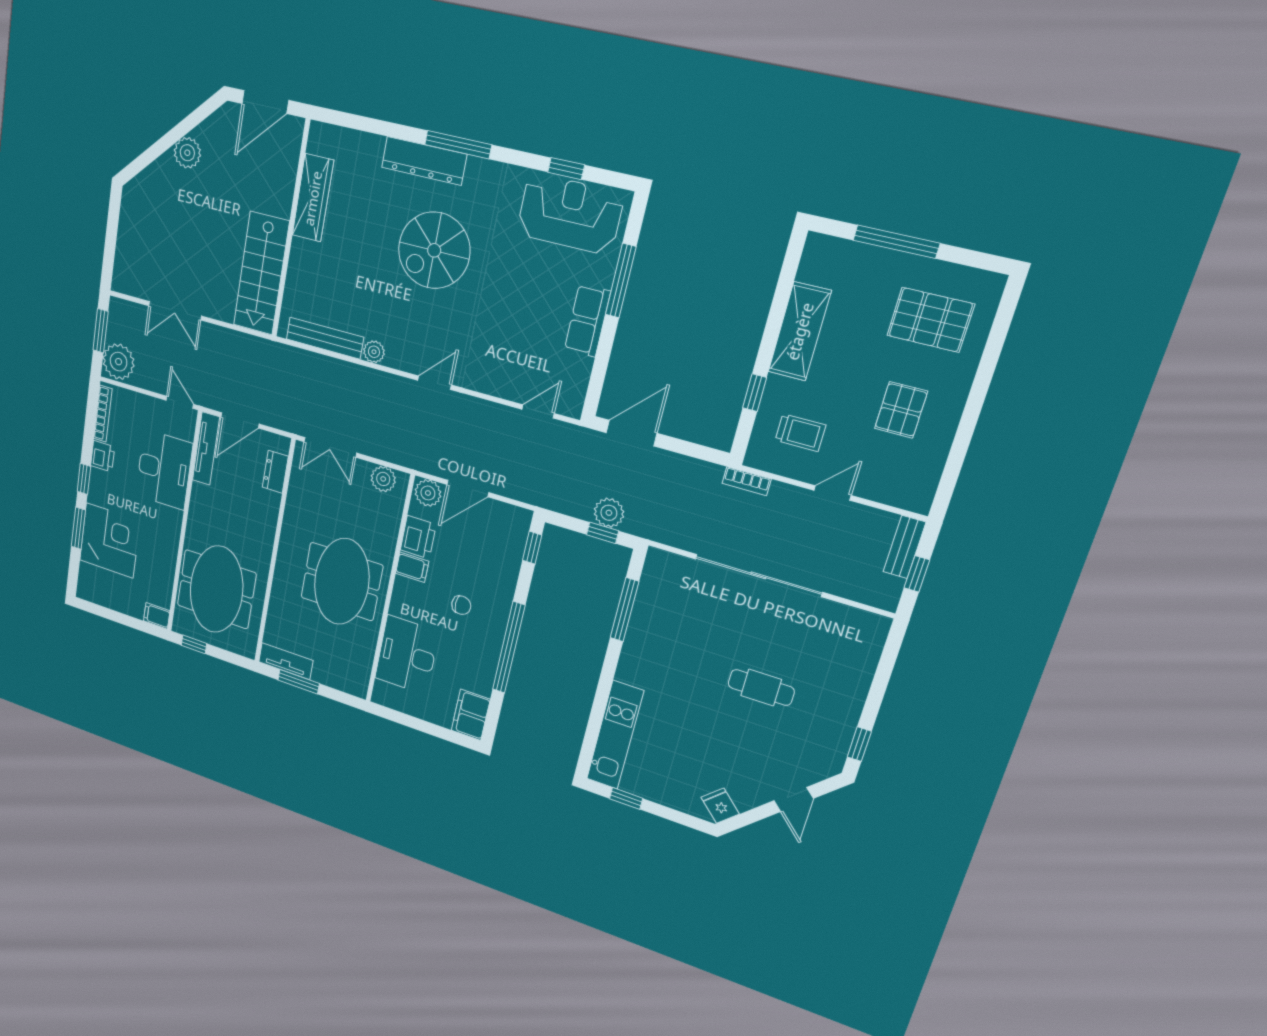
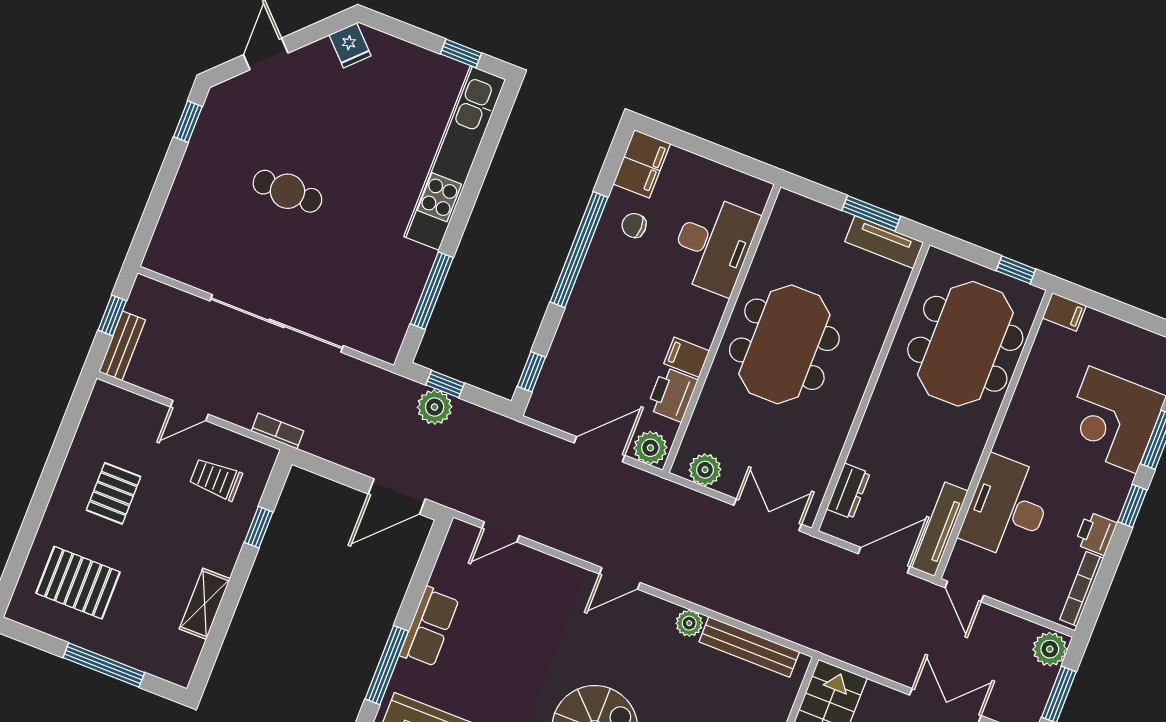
shelving: (800, 331) -> (205, 604), width x0.67, depth x0.75
plant: (119, 362) -> (1050, 649), width x0.73, depth x0.73
chair: (461, 605) -> (634, 225), moved
kitchen unit: (615, 735) -> (455, 158), width x1.36

